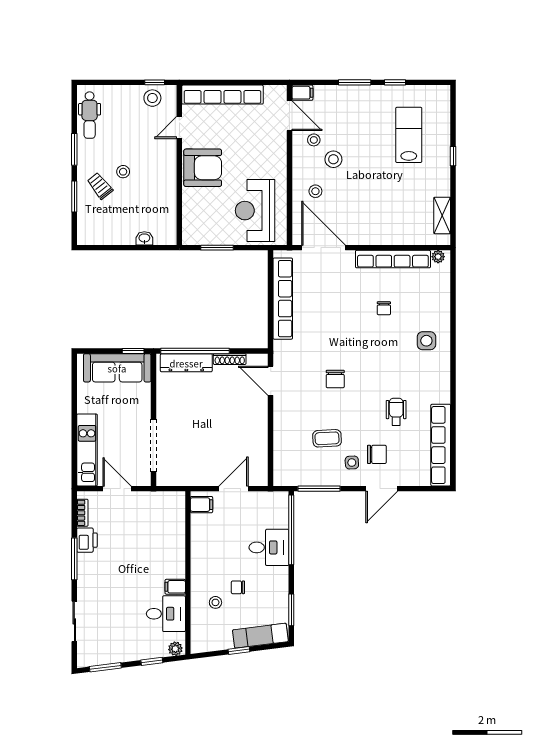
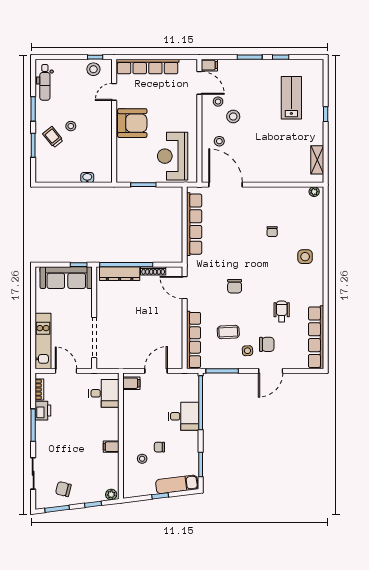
row of seats: (393, 259) -> (193, 340), moved, turned -90
desk: (166, 614) -> (104, 393), moved
chair: (113, 642) -> (63, 489), added

